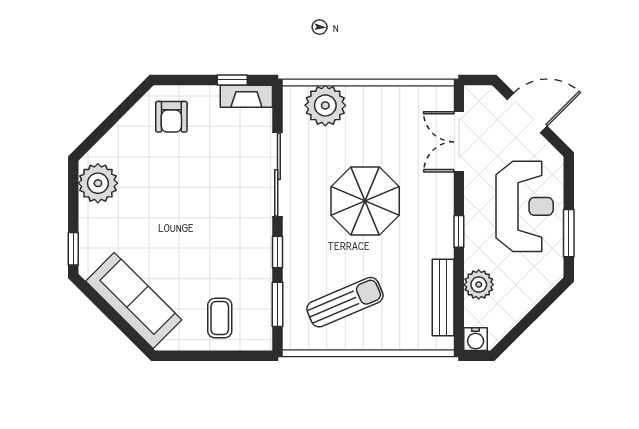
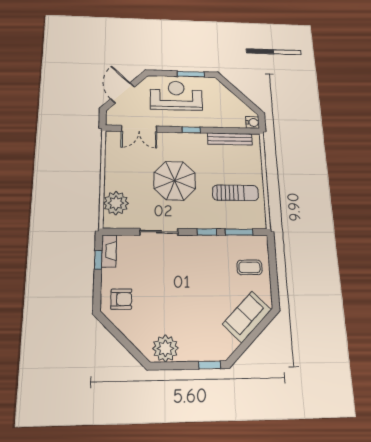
sliding door: (278, 175) -> (159, 232), width x0.73
plant: (479, 285) -> (222, 120), removed
sofa: (134, 300) -> (247, 317), width x0.73
sun lounger: (345, 302) -> (236, 193), turned 113

